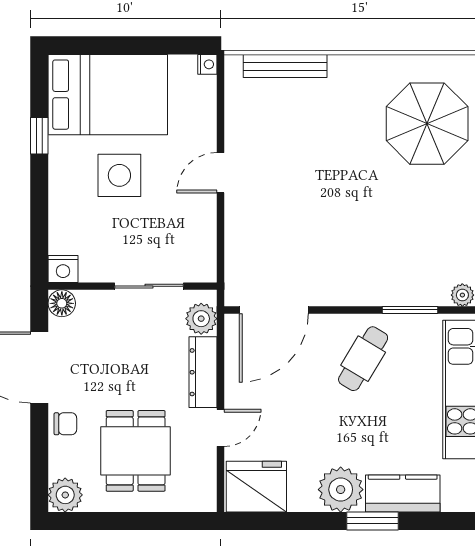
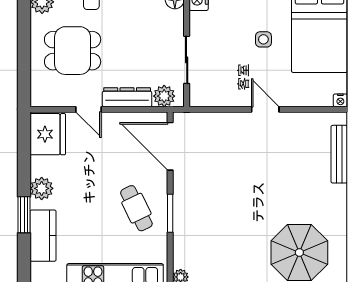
side table: (119, 175) -> (263, 39), width x0.54, depth x0.54
window: (410, 310) -> (170, 213), moved
cafe table: (363, 359) -> (136, 208), turned 33
plant: (341, 490) -> (42, 188), width x0.73, depth x0.73

